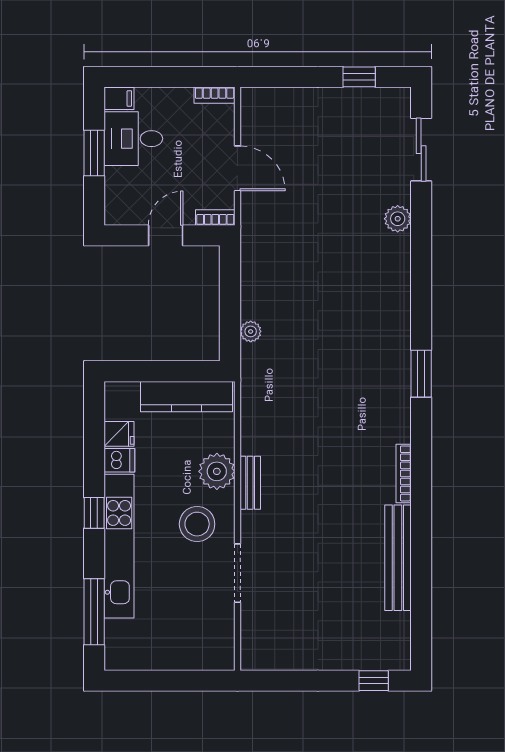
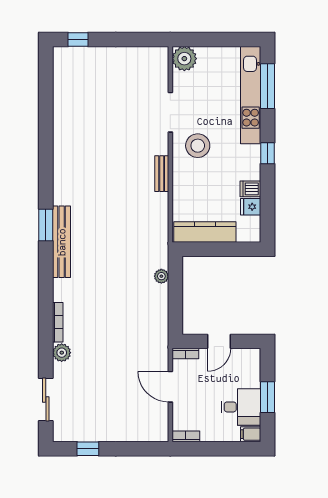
window: (421, 374) -> (46, 225), moved
plant: (217, 471) -> (184, 59), moved
bookcase: (404, 473) -> (58, 322), moved
kitchen unit: (119, 546) -> (251, 95), moved
bench: (398, 558) -> (62, 242), moved

